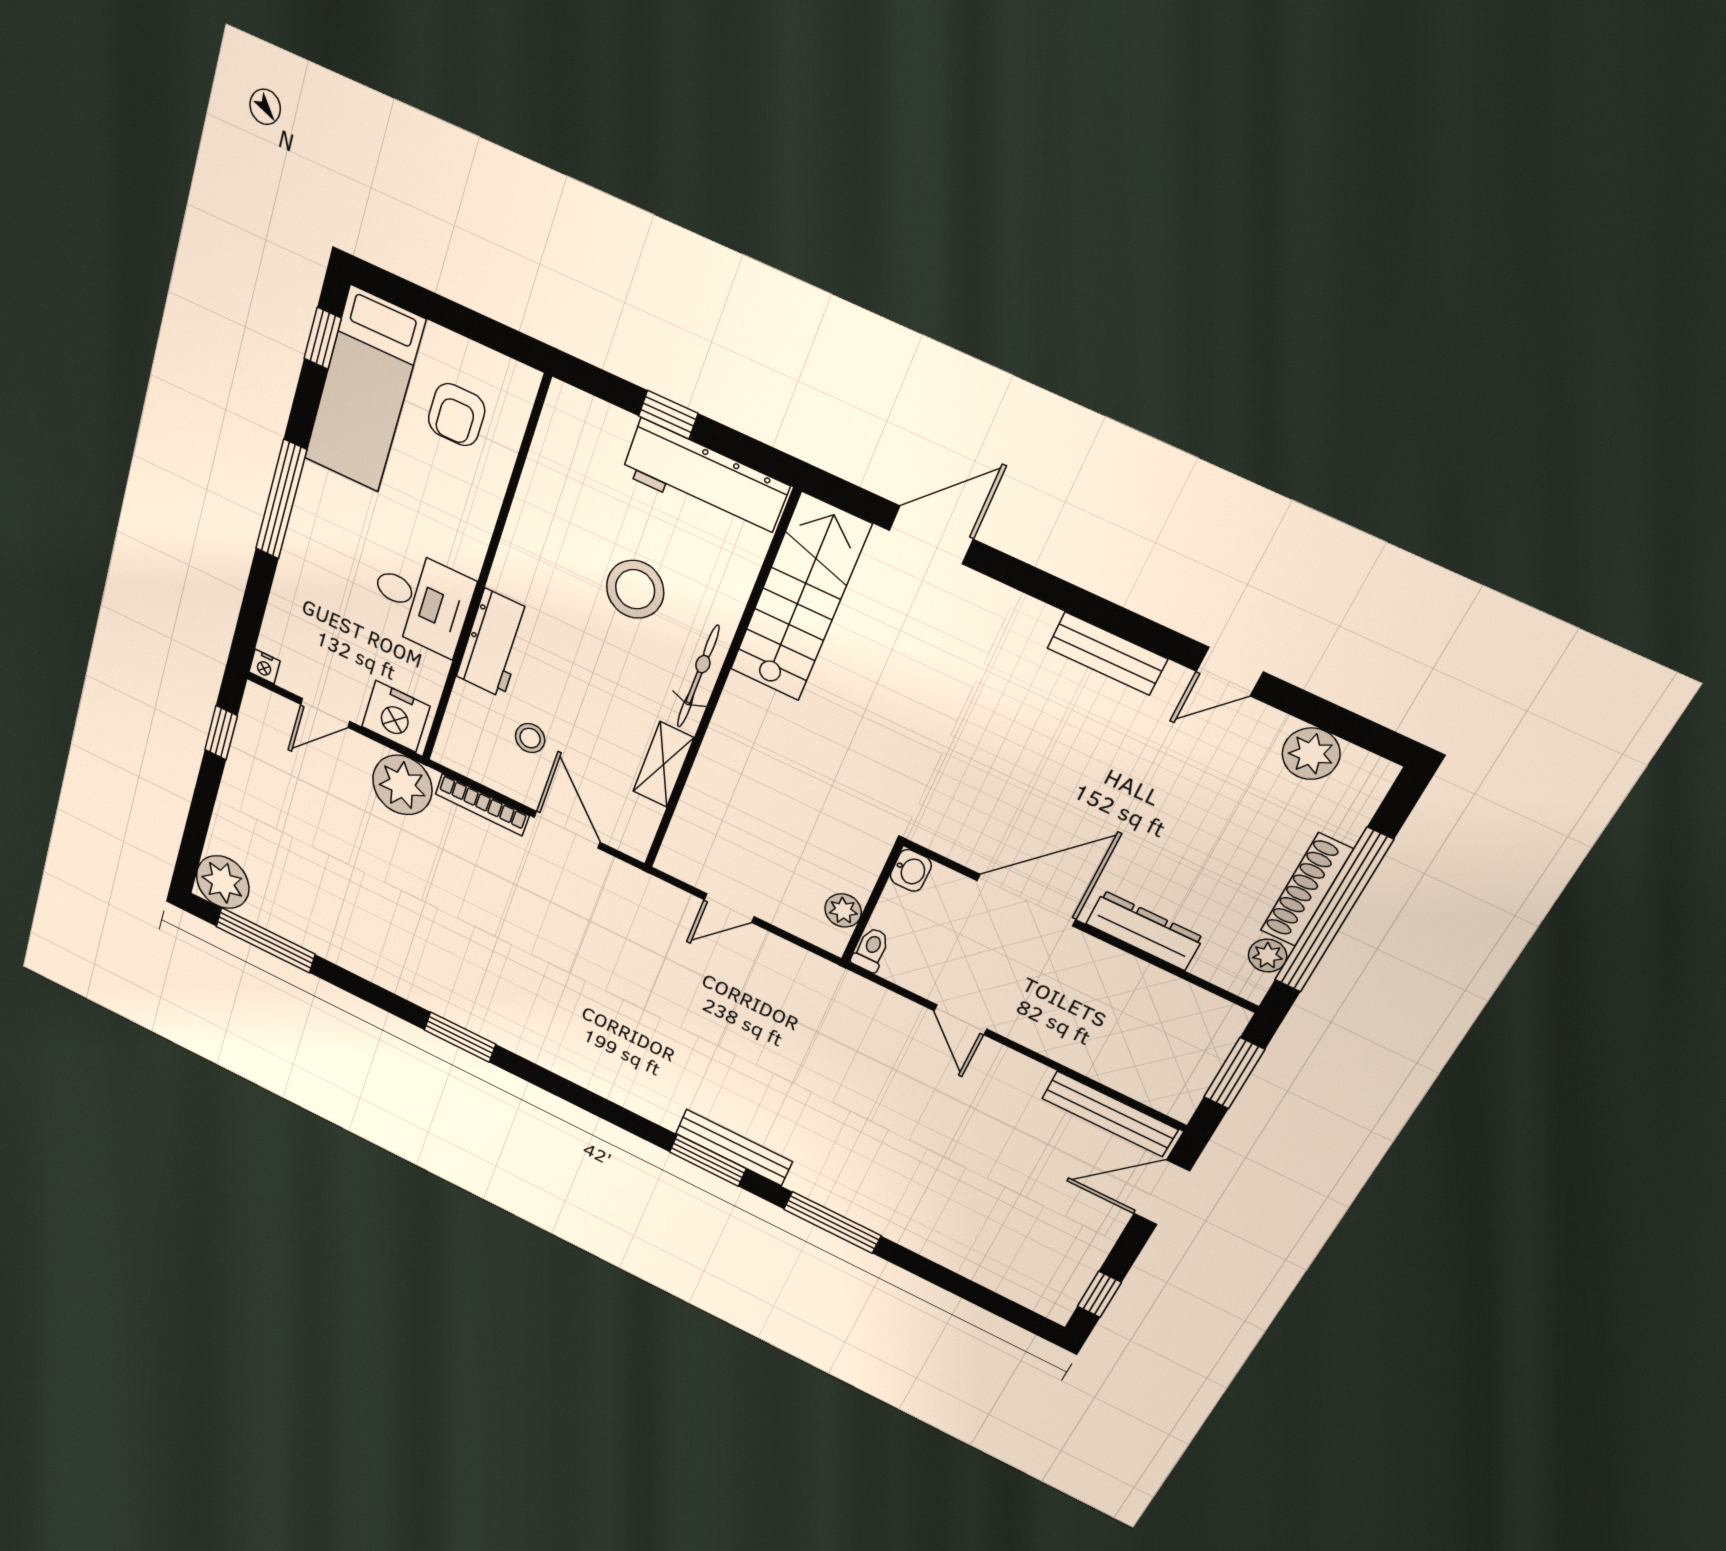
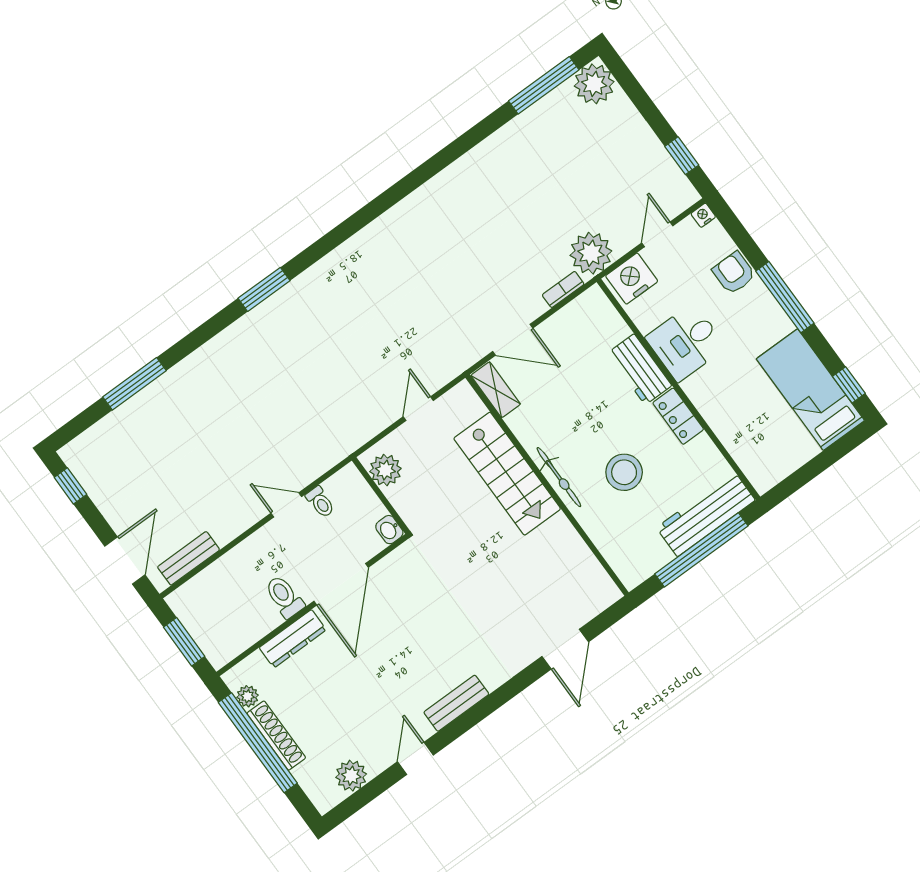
armchair: (457, 415) -> (734, 273), moved
window: (668, 415) -> (701, 550), width x3.17
workbench: (705, 480) -> (706, 514), moved
locker: (517, 556) -> (678, 416), added
stairs: (800, 598) -> (507, 474), moved
stool: (530, 738) -> (577, 354), removed
shelving: (663, 765) -> (496, 390), moved
bookcase: (482, 805) -> (563, 289), width x0.64
plant: (843, 910) -> (385, 470), width x1.38, depth x1.38
toilet: (871, 950) -> (320, 502), moved
toilet: (1090, 968) -> (284, 597), added
window: (460, 1037) -> (419, 176), removed
bench: (1110, 1114) -> (189, 558), width x0.73
bench: (734, 1148) -> (265, 313), removed
window: (832, 1222) -> (134, 384), moved

